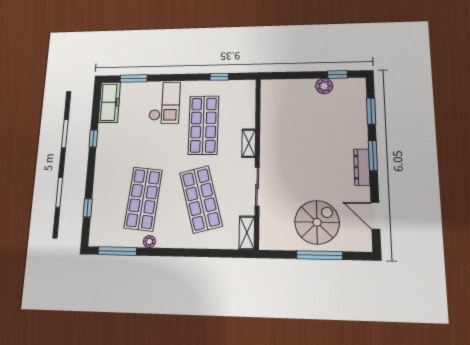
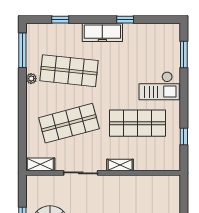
freezer: (109, 102) -> (102, 32), moved

